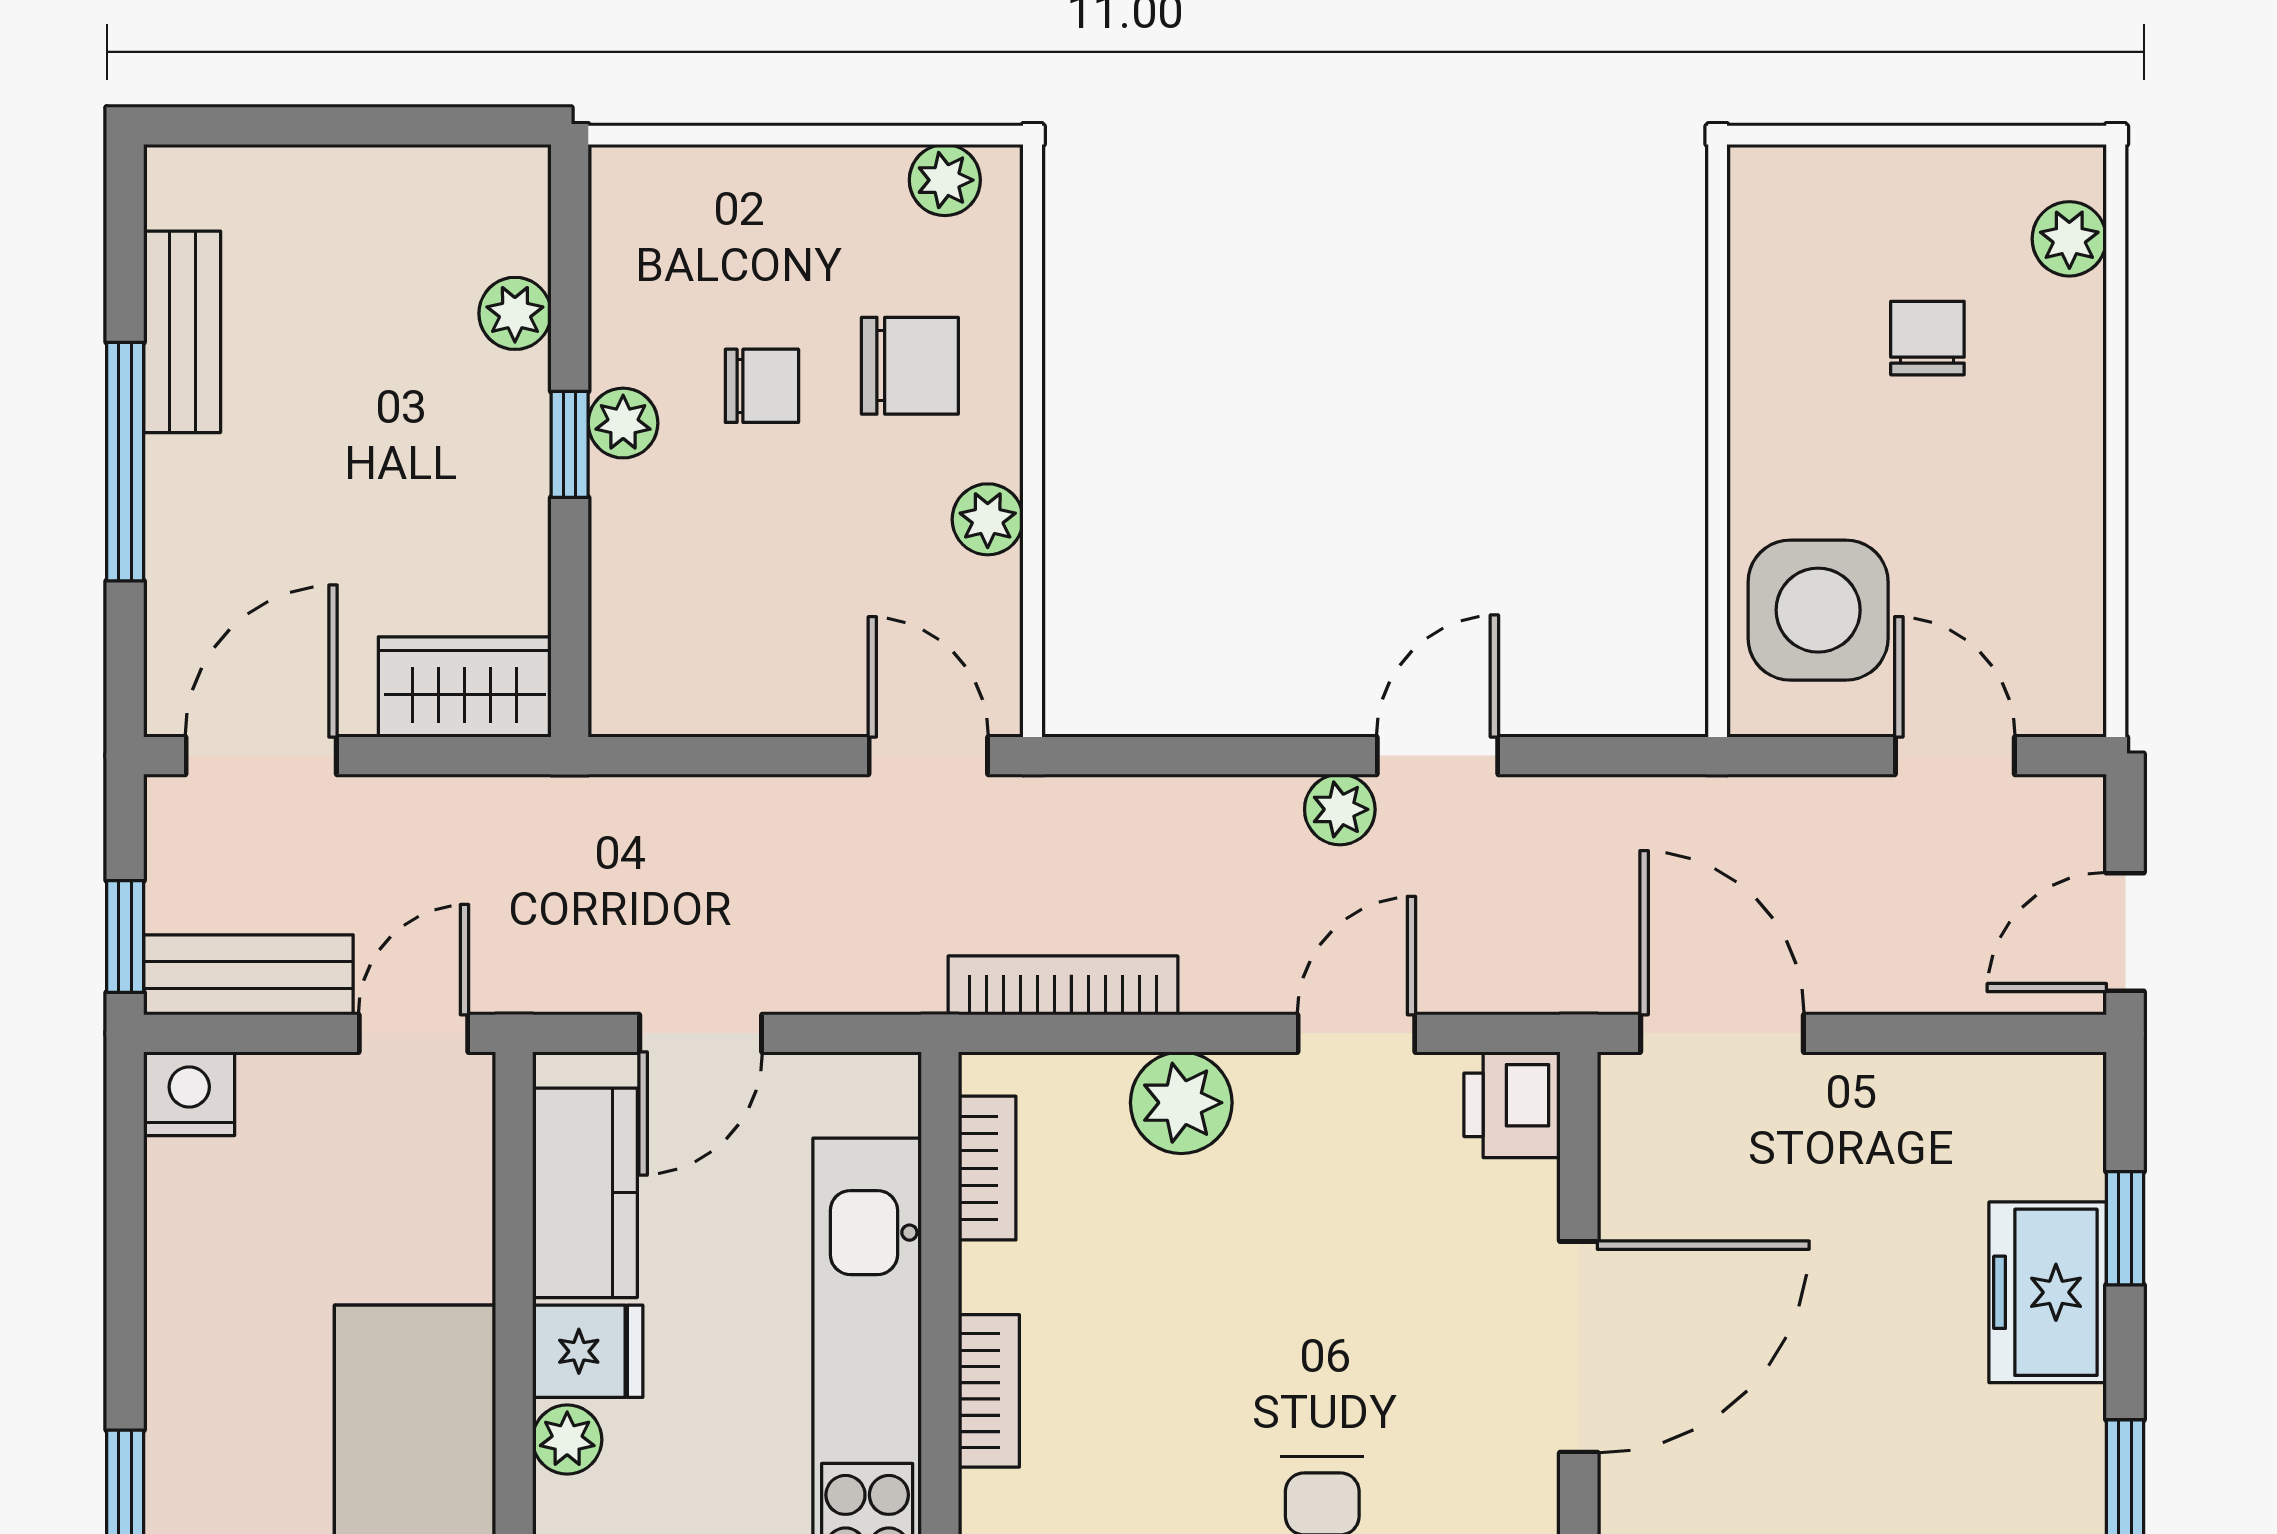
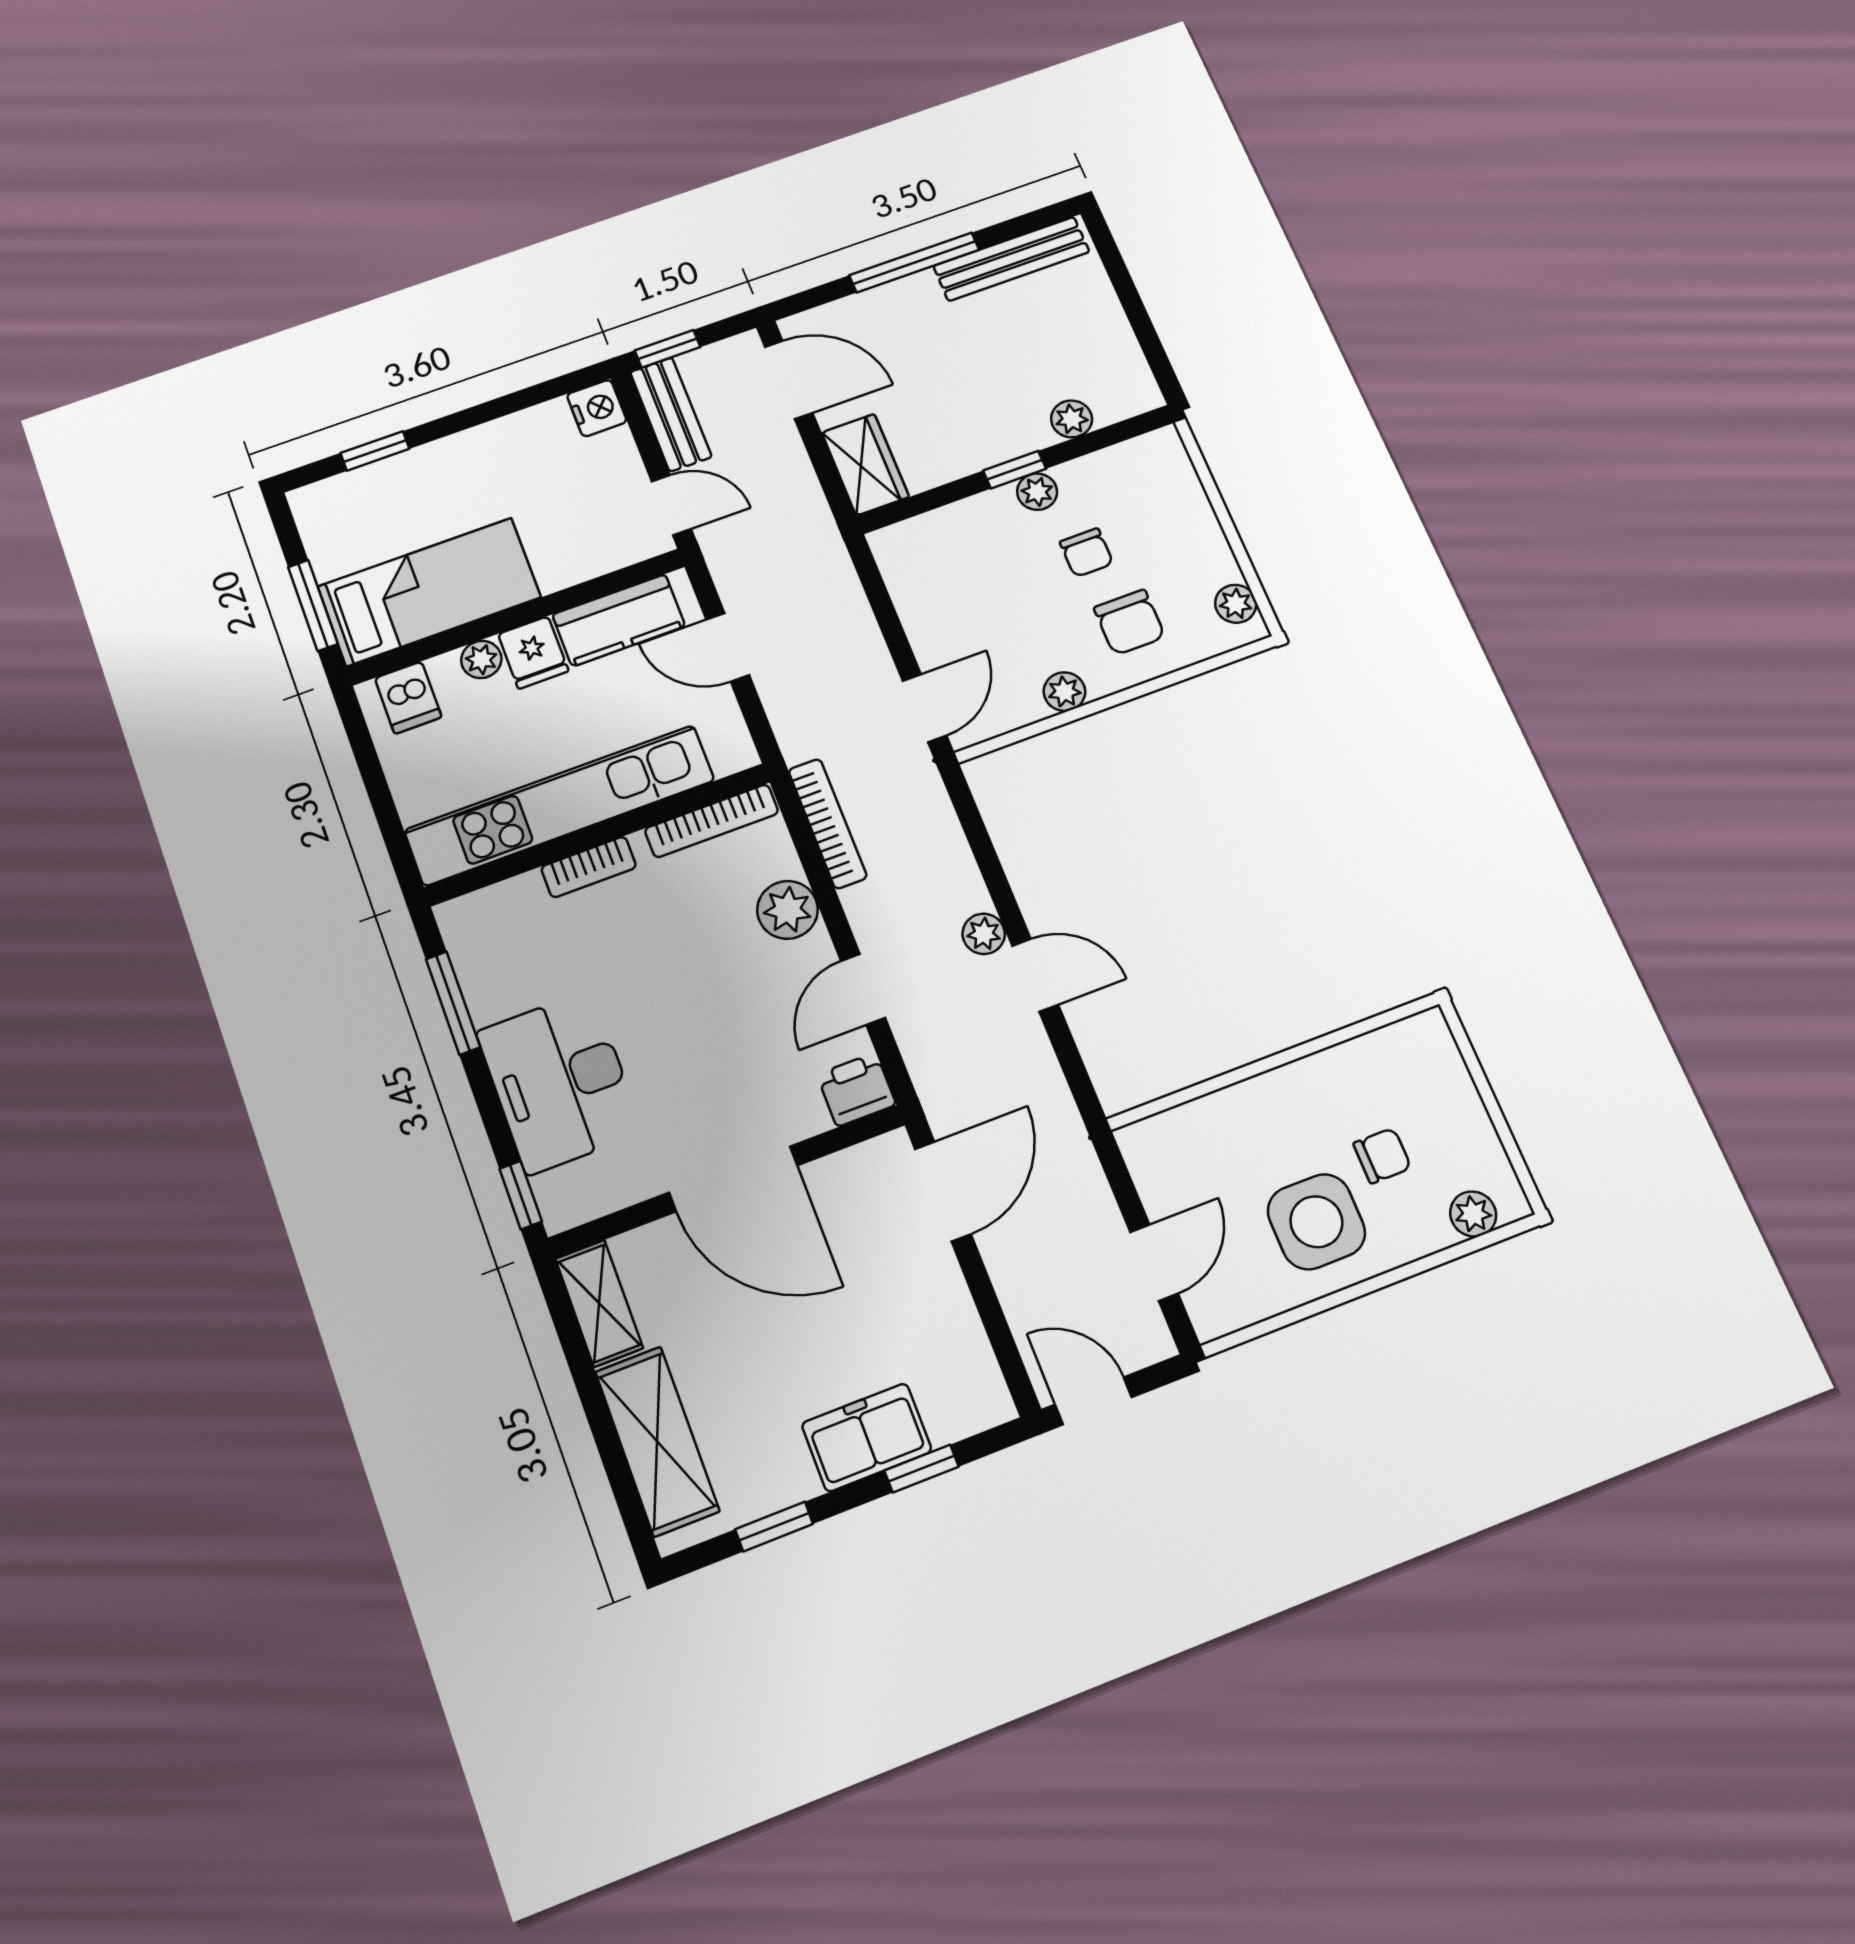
bench: (182, 332) -> (1011, 259), width x1.36
side table: (1818, 610) -> (1316, 1222), moved
door: (1356, 1033) -> (863, 989), swing flipped
bookcase: (987, 1168) -> (712, 821), width x1.56

